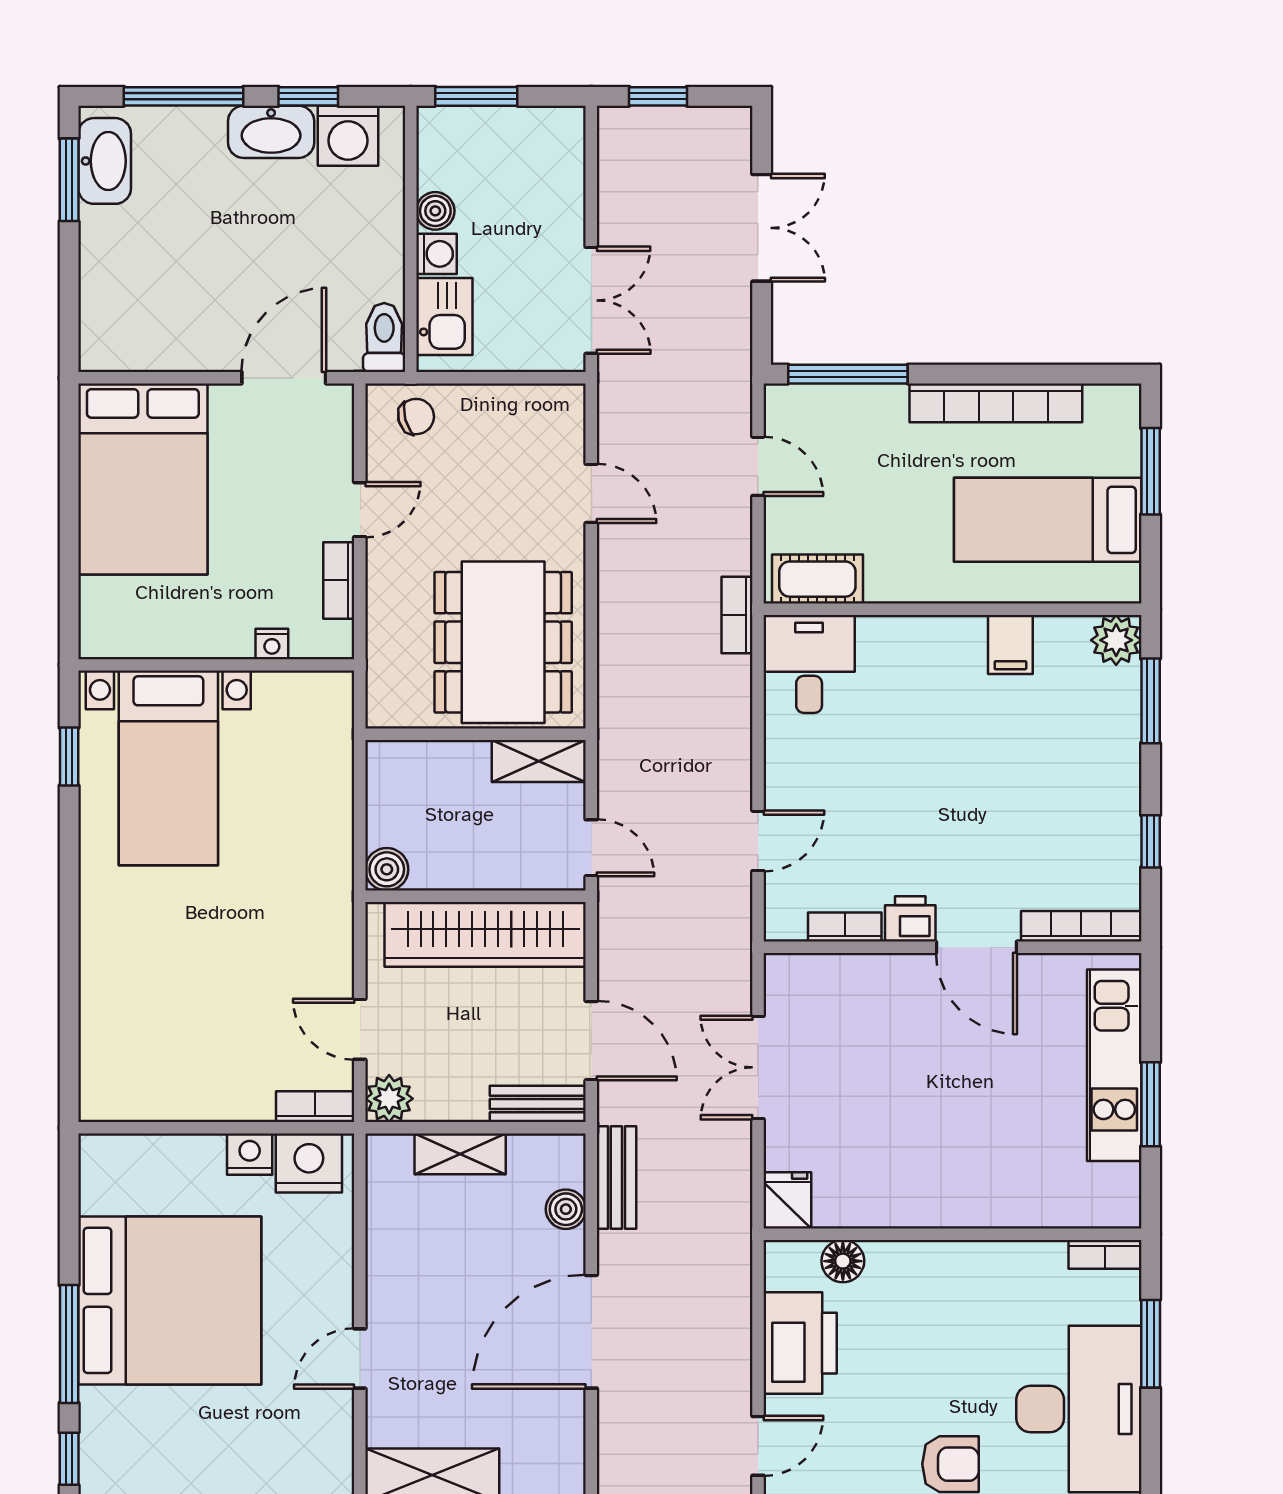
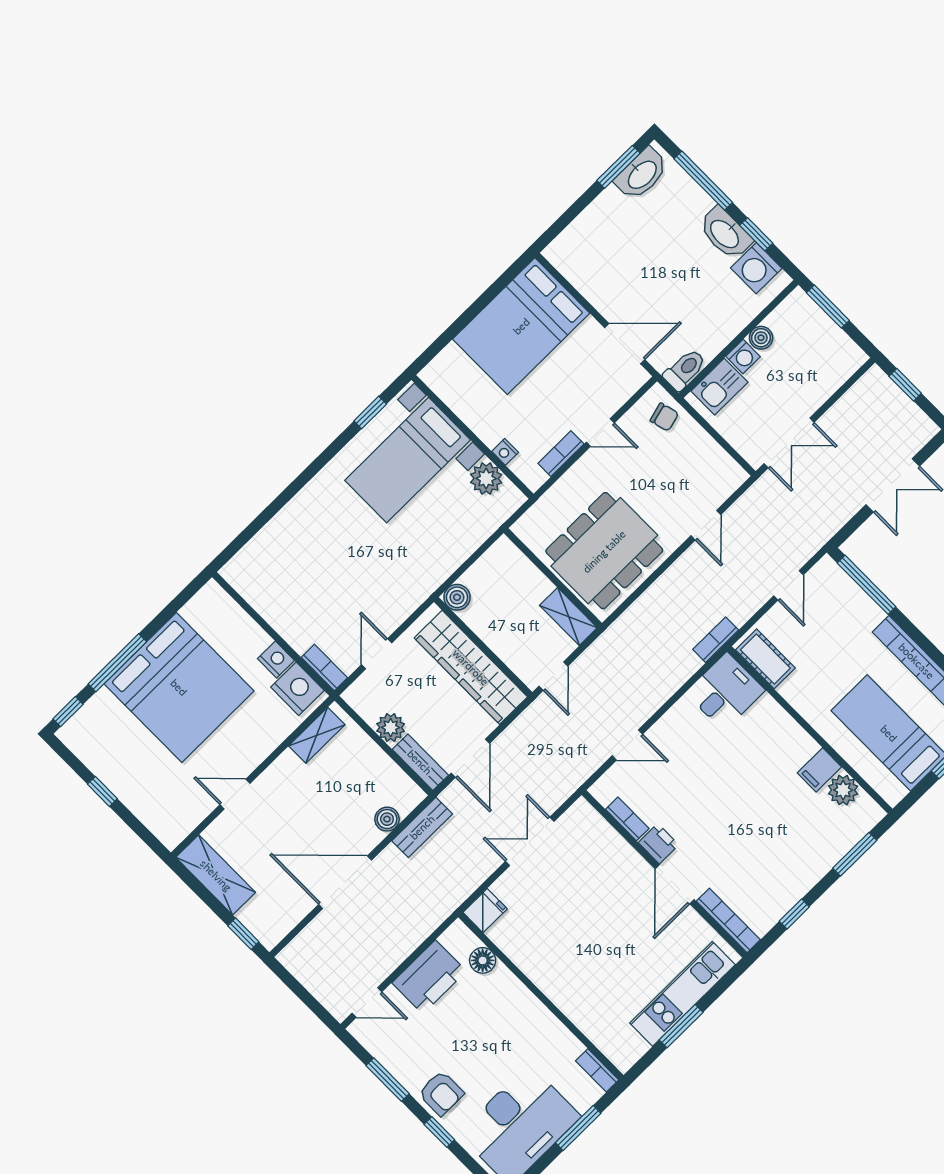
plant: (1116, 640) -> (843, 790), moved
plant: (281, 697) -> (486, 479), added
plant: (389, 1099) -> (391, 727), moved
shelving: (460, 1154) -> (317, 735), moved, turned 90

